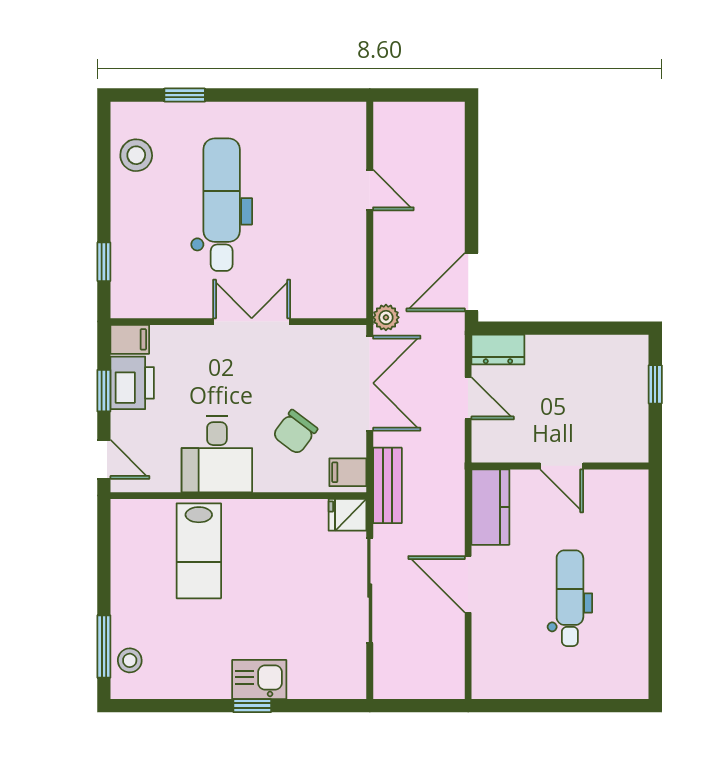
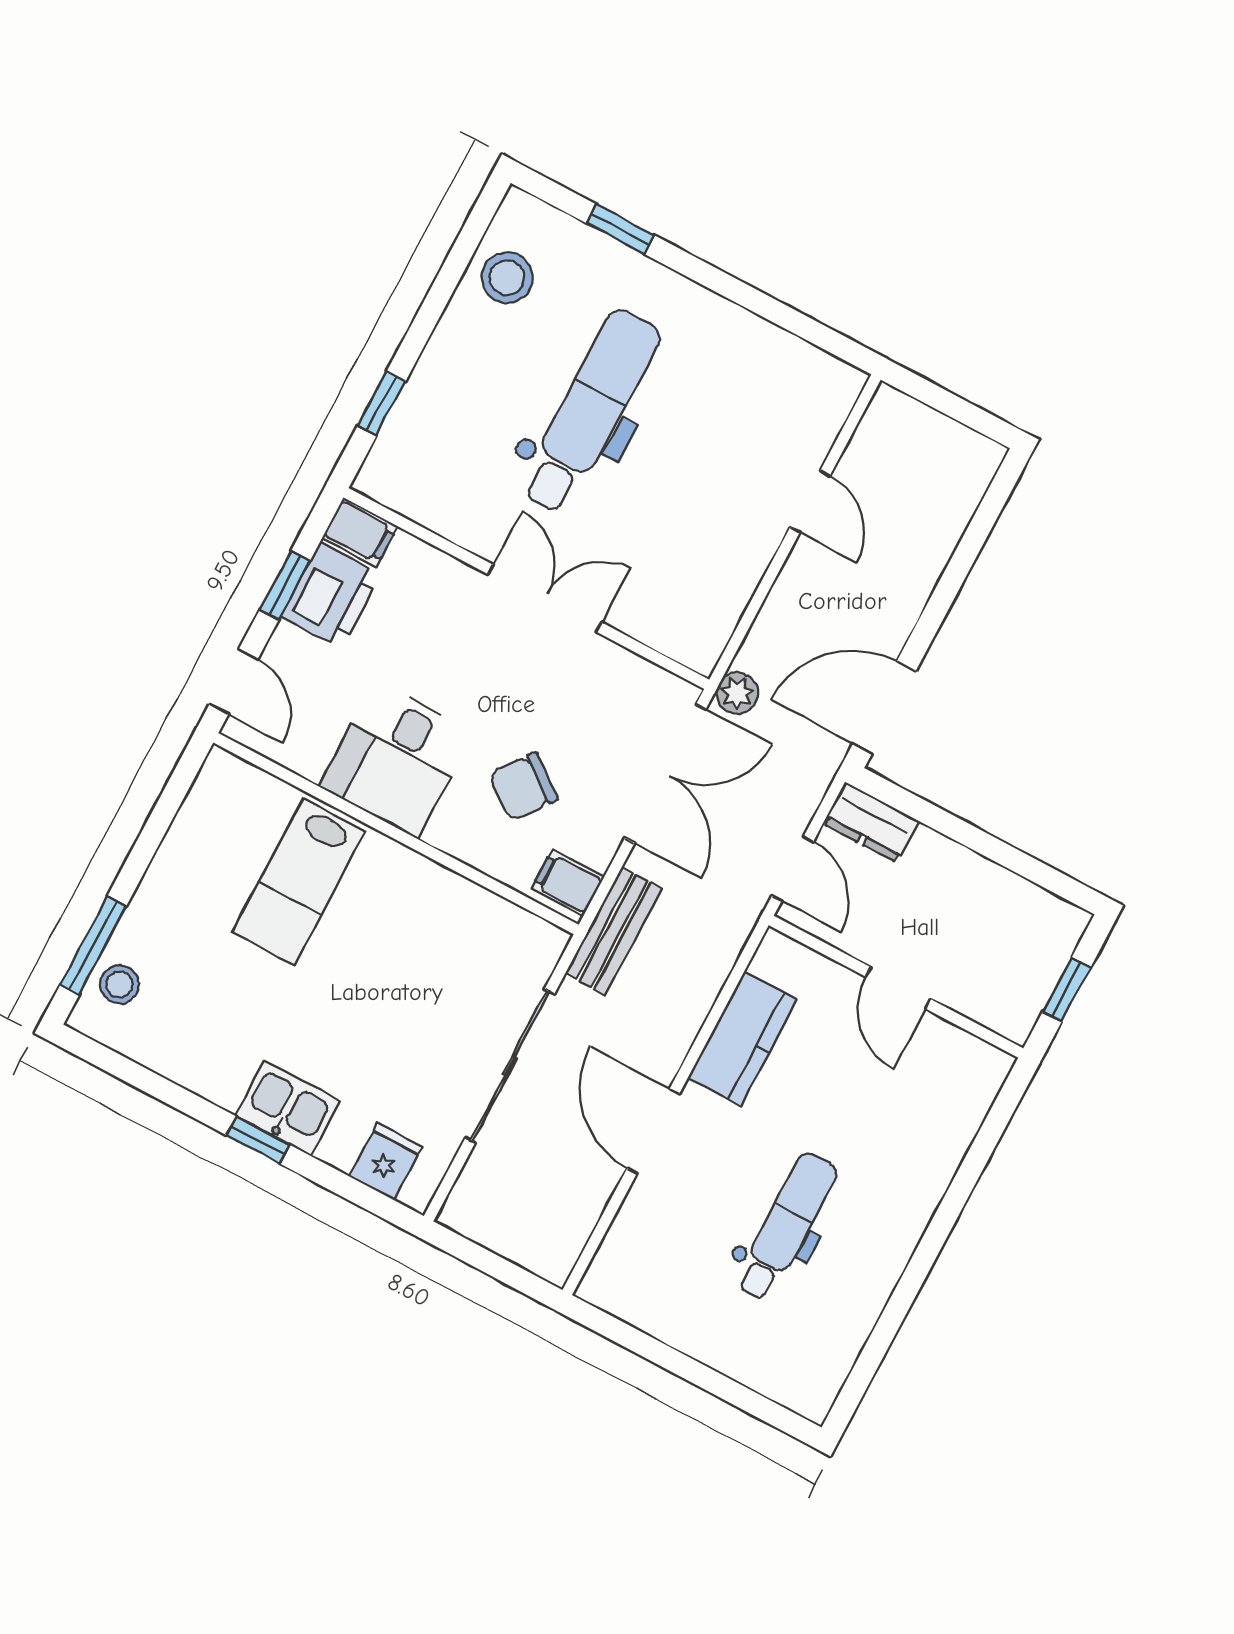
wall: (560, 466) -> (896, 987), moved
door: (562, 466) -> (898, 988), moved
fridge: (347, 515) -> (386, 1162), moved, turned 90

